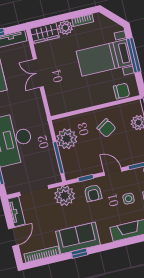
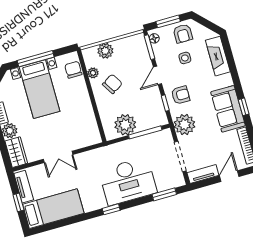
plant: (118, 110) -> (93, 73), added
door: (13, 237) -> (229, 176), hinge flipped

